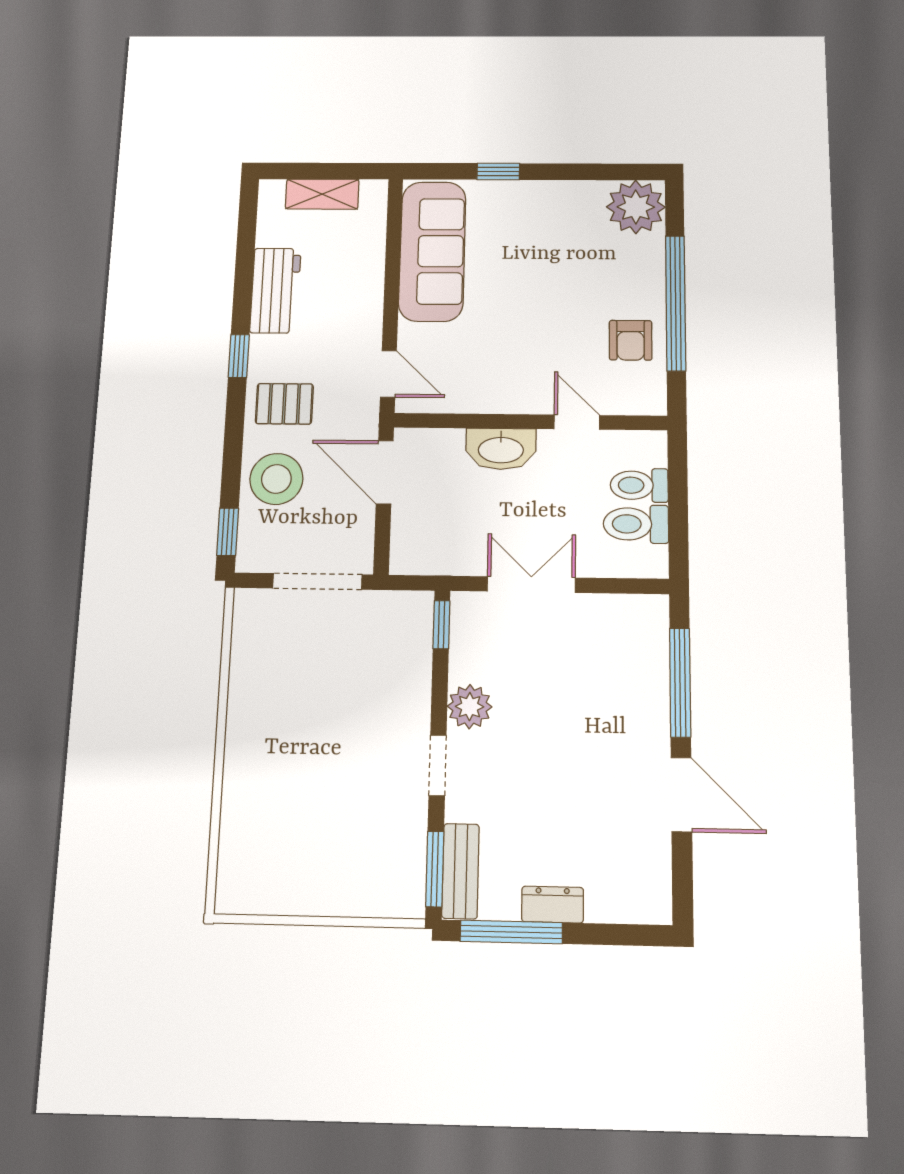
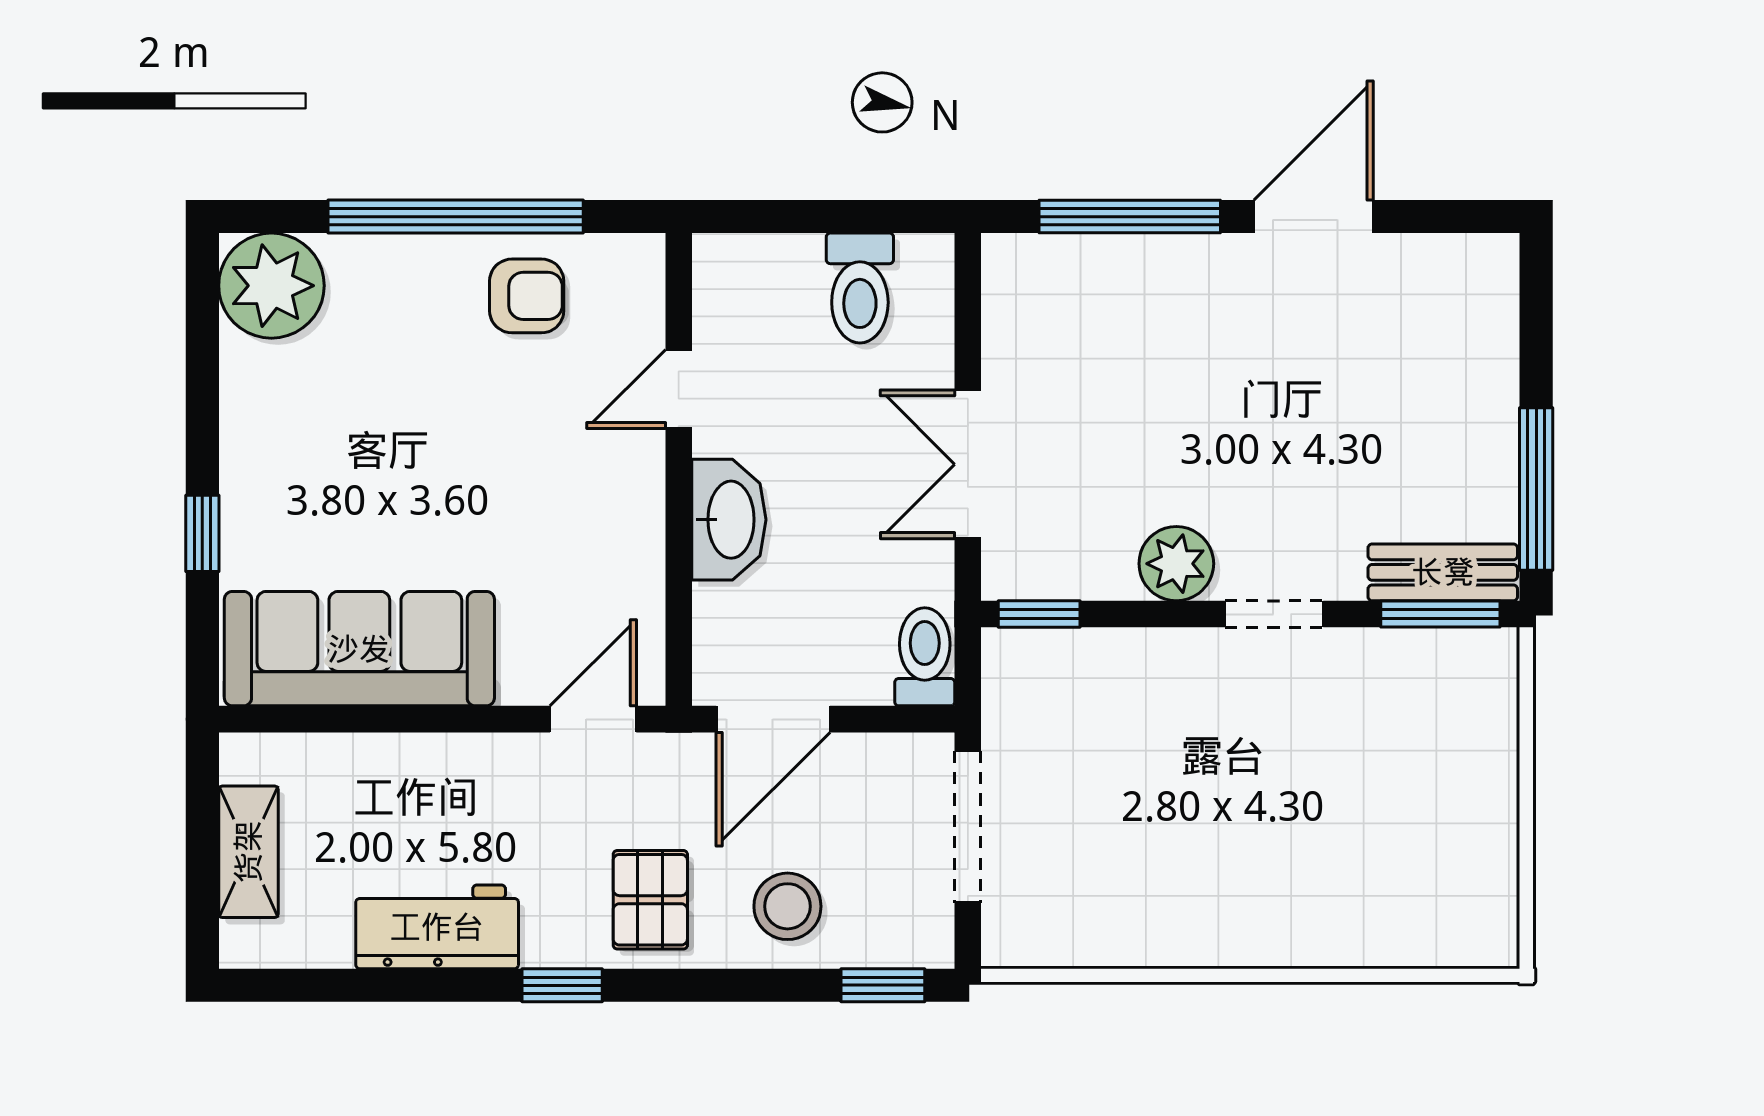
stool: (276, 479) -> (787, 906), width x0.73, depth x0.73
toilet: (639, 485) -> (925, 657), moved, turned 180
dresser: (553, 905) -> (1492, 424), removed

